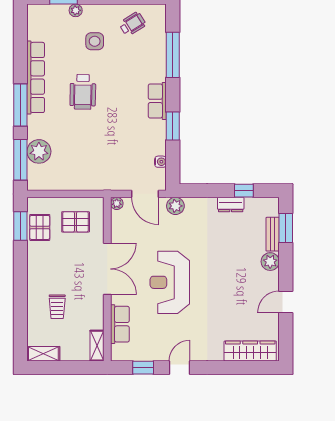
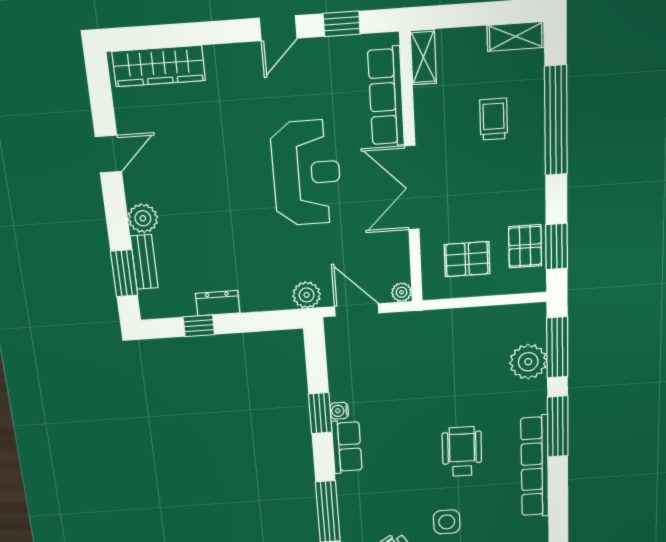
water cooler: (160, 162) -> (339, 411), moved
window: (20, 303) -> (556, 121), added
row of seats: (120, 324) -> (386, 97), width x1.48

